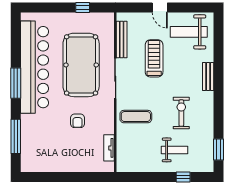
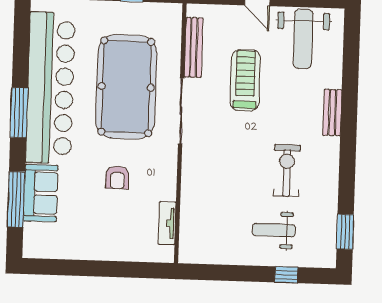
weight bench: (189, 32) -> (303, 39), turned -90
exercise mat: (136, 117) -> (212, 174), removed
sofa: (31, 132) -> (41, 193), added
weight bench: (175, 150) -> (274, 230), turned 180

